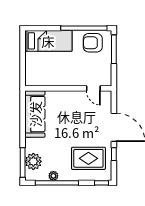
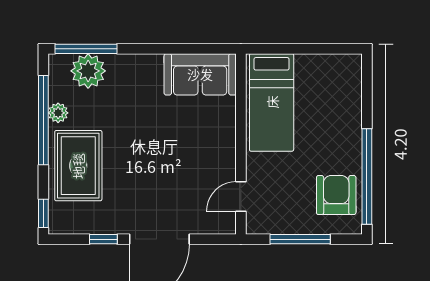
bed: (48, 41) -> (272, 102), moved
window: (114, 49) -> (300, 239), moved
sofa: (35, 114) -> (200, 74), width x0.73
rug: (88, 158) -> (78, 166), moved

